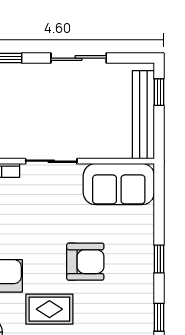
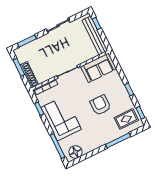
armchair: (85, 262) -> (100, 105), turned -90
rug: (49, 309) -> (126, 119), moved

